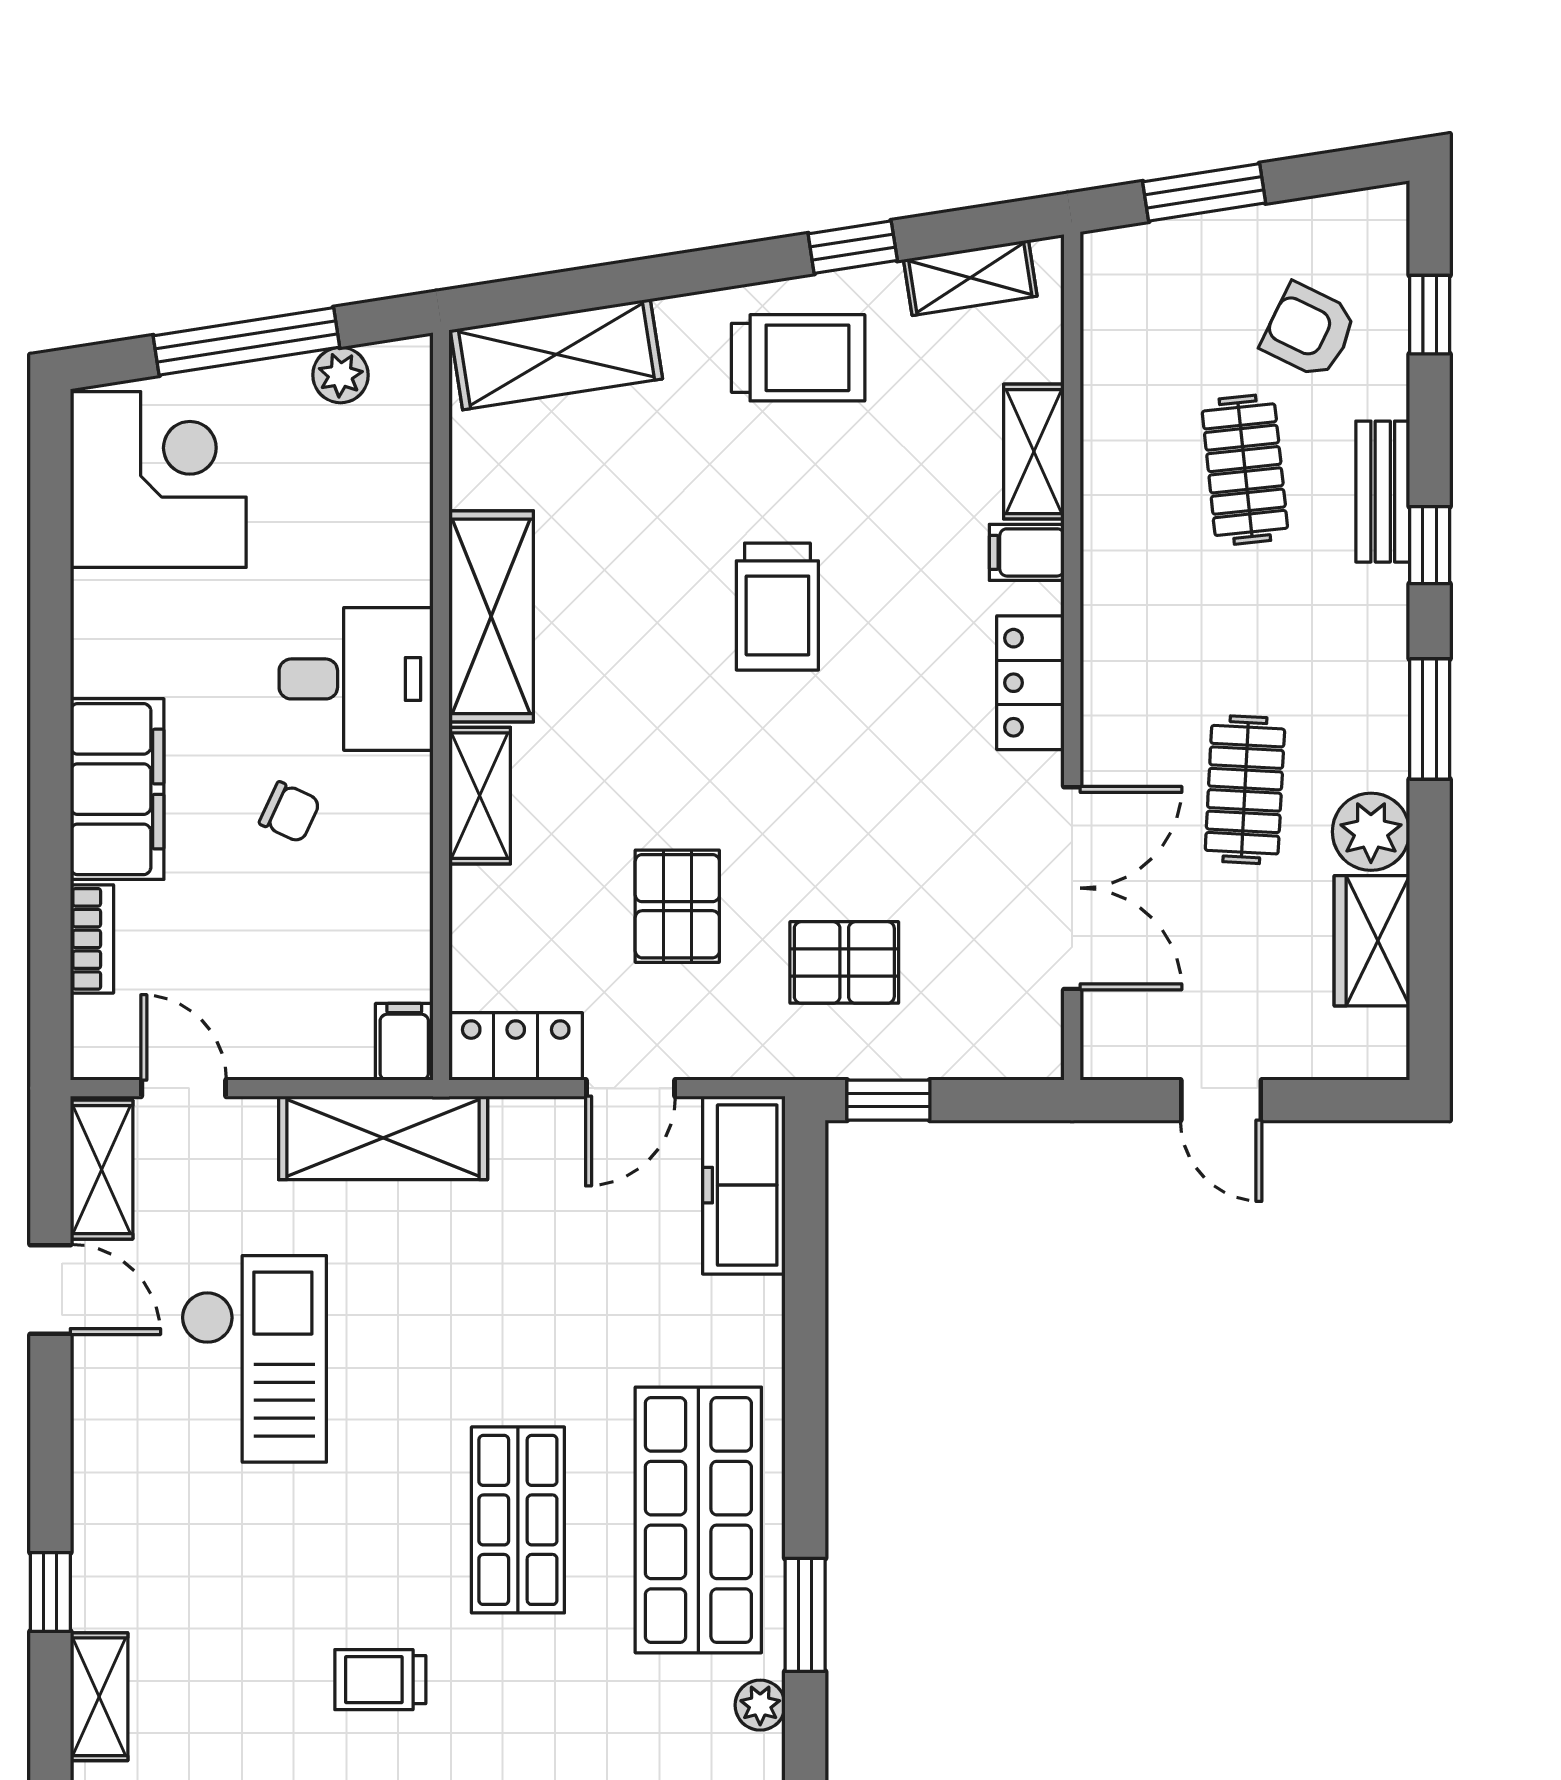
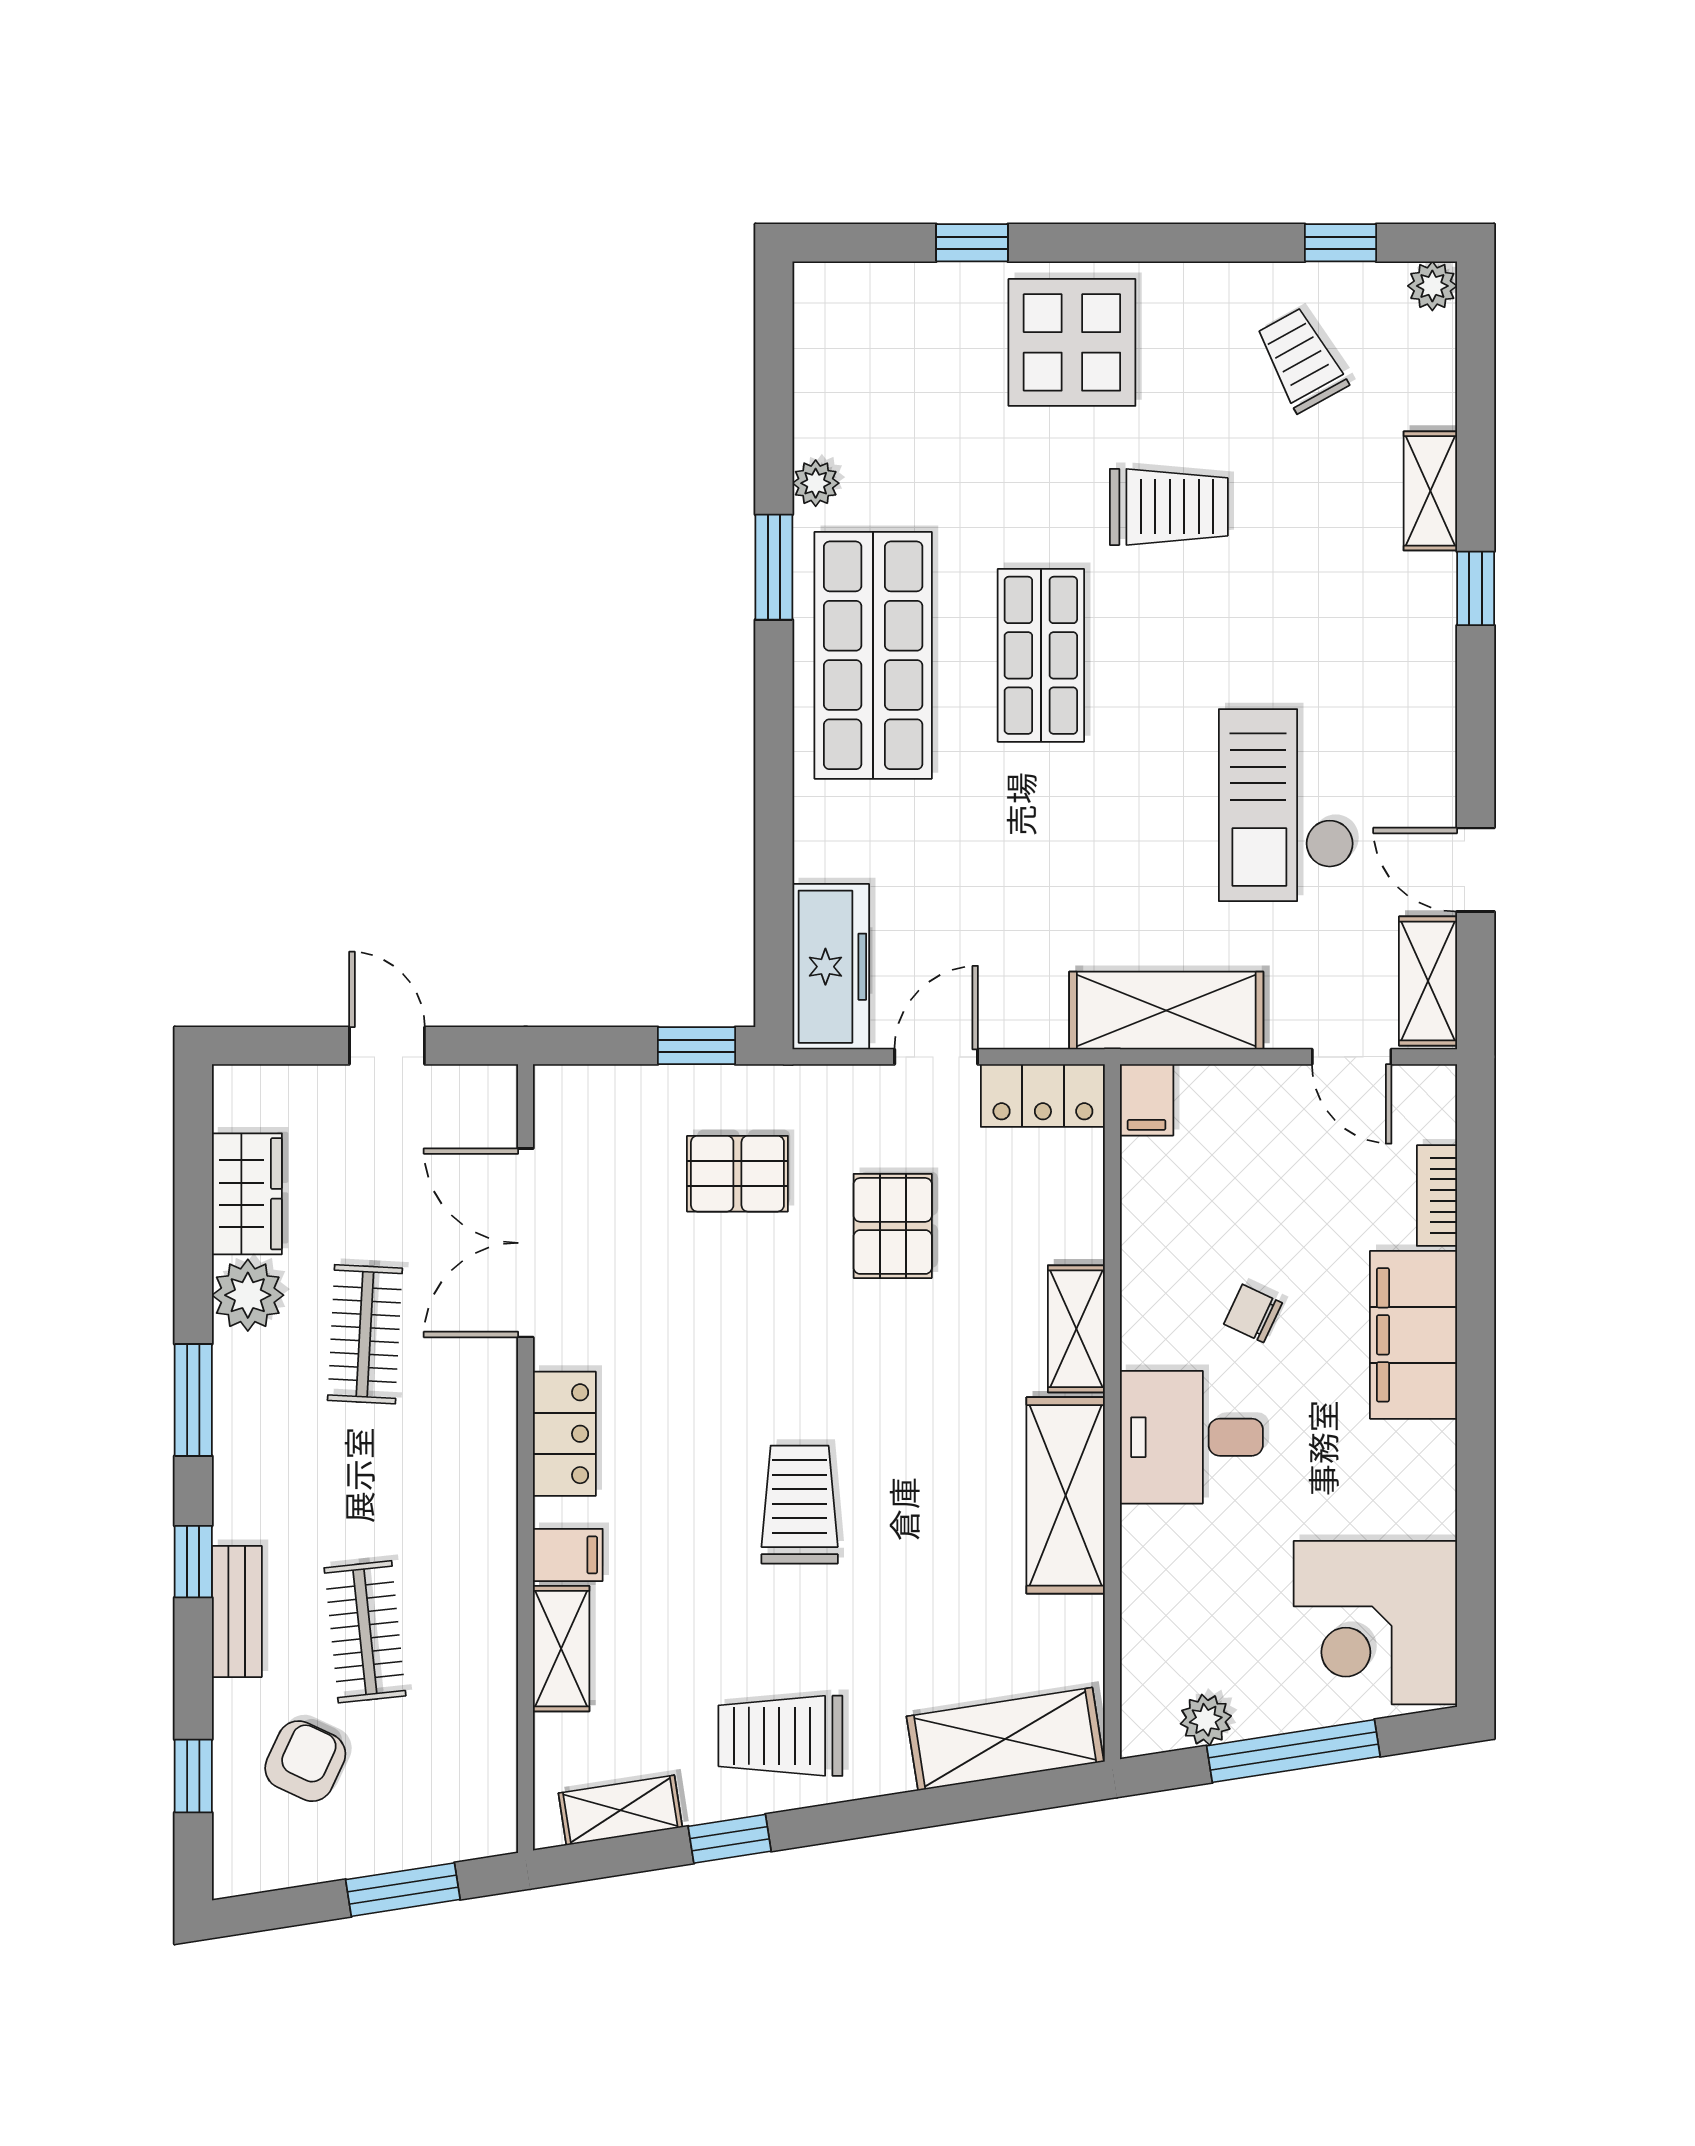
armchair: (1309, 331) -> (305, 1761), turned -91
trolley: (380, 1680) -> (1169, 507), width x1.36, depth x1.39

